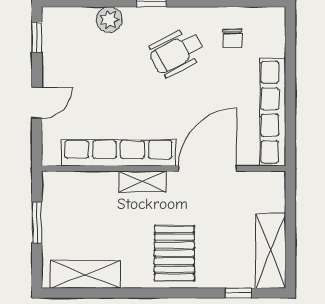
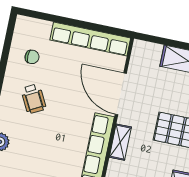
wheelchair: (176, 52) -> (33, 99), width x0.73, depth x0.73

